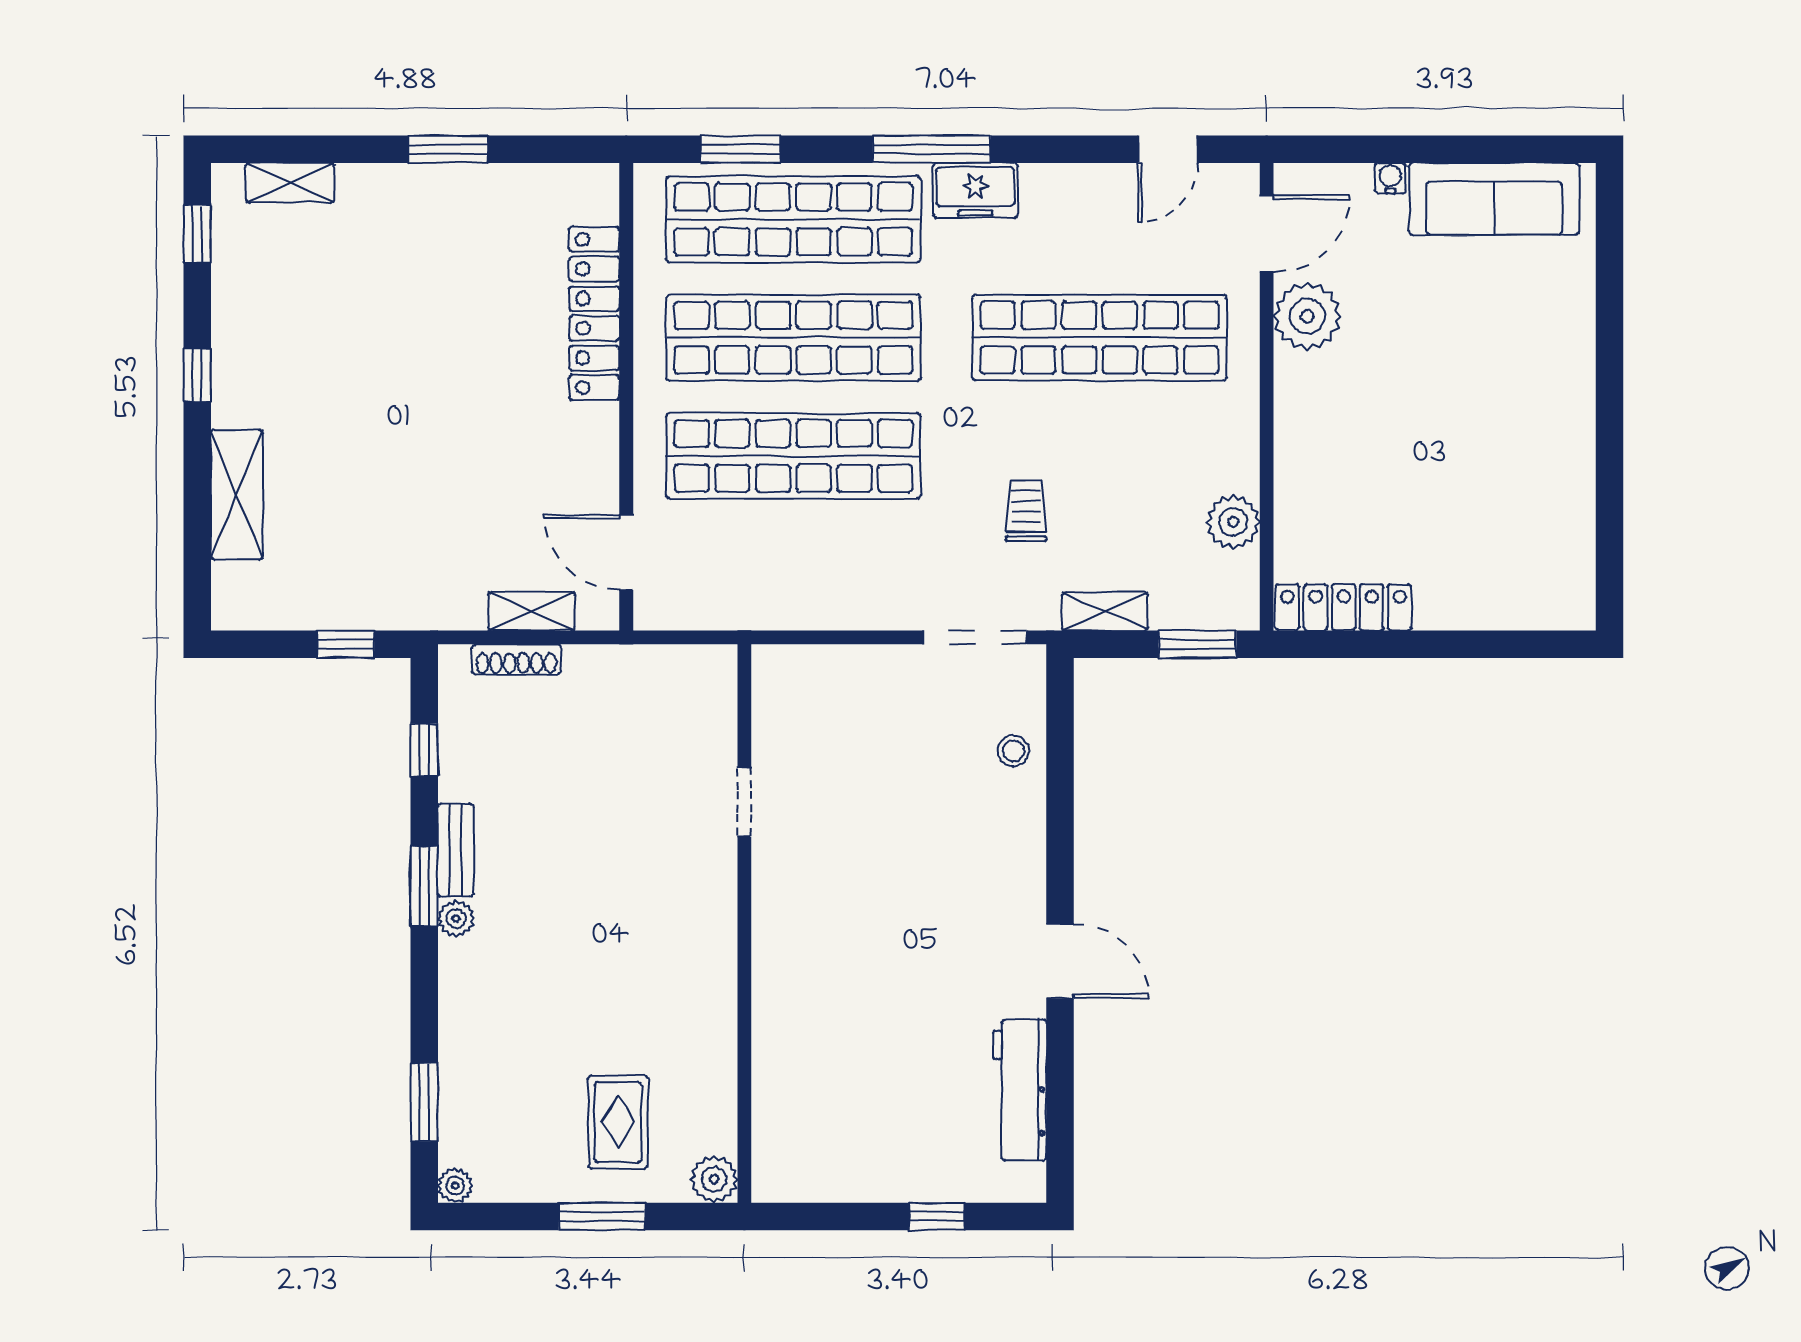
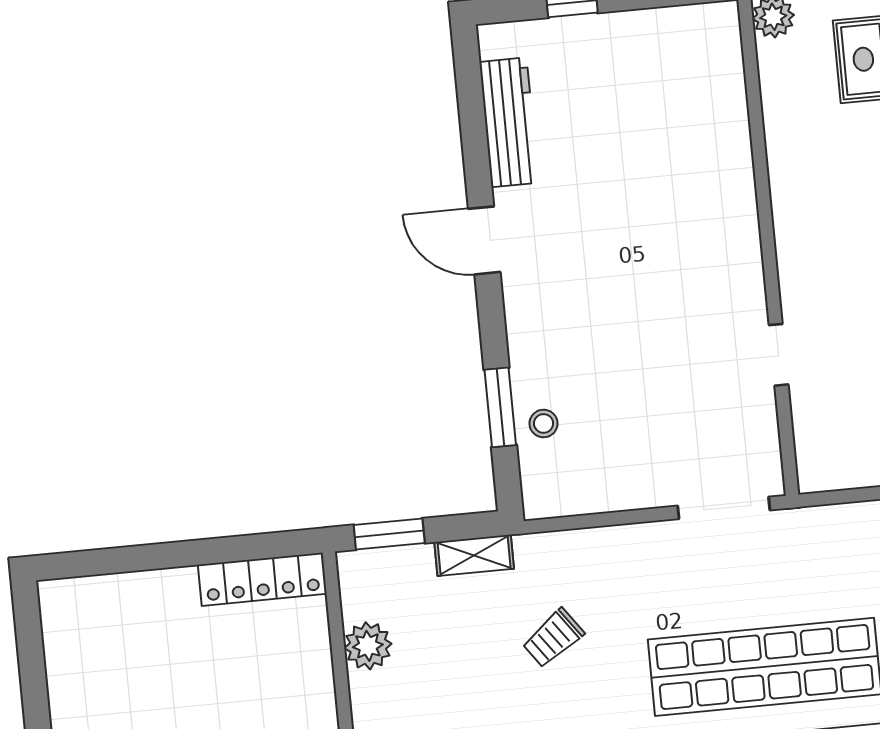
trolley: (1026, 511) -> (553, 638), turned 54
doorway: (975, 637) -> (724, 508), moved
window: (1060, 773) -> (500, 407), added

